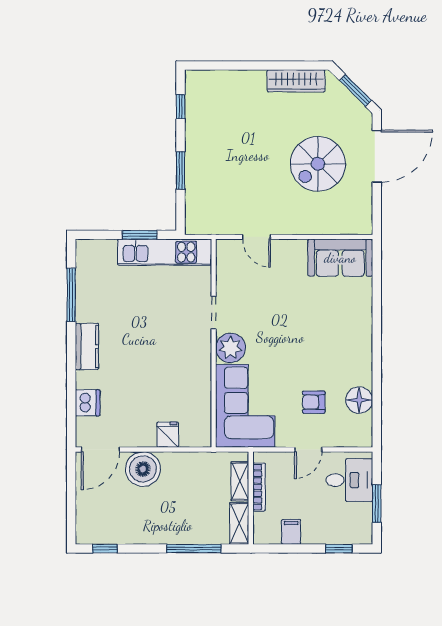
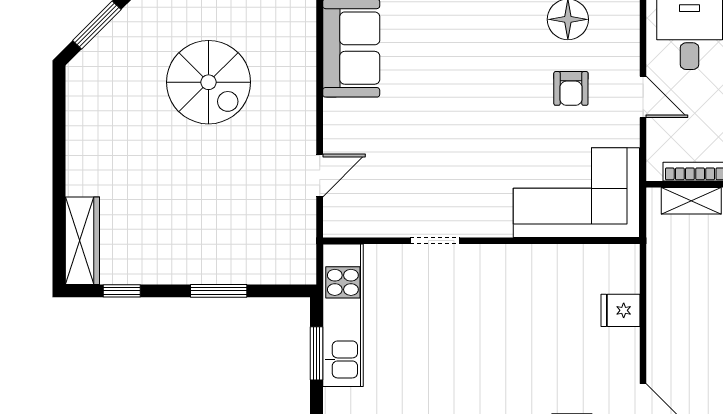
wardrobe: (296, 81) -> (82, 241), moved
plant: (231, 348) -> (488, 215), removed
boiler: (143, 469) -> (673, 348), removed

